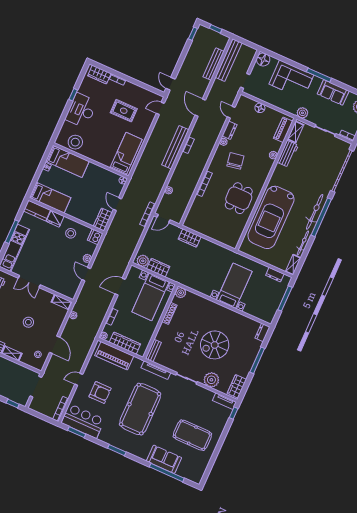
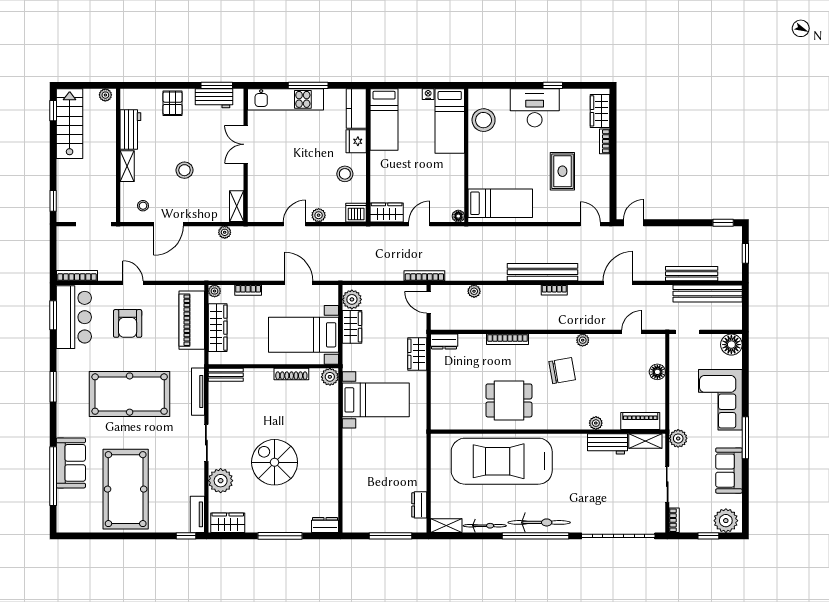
dresser: (229, 130) -> (444, 341), moved
bed with nightstands: (234, 286) -> (376, 400), moved
pool table: (192, 435) -> (126, 489), width x1.36, depth x1.32

